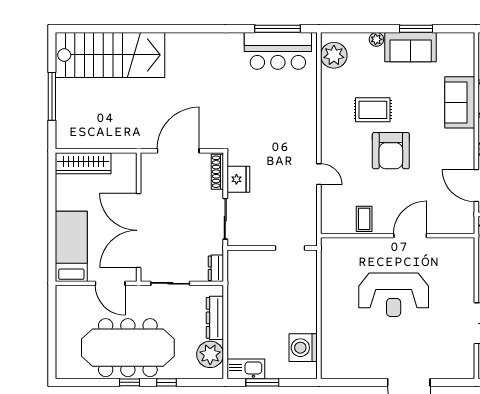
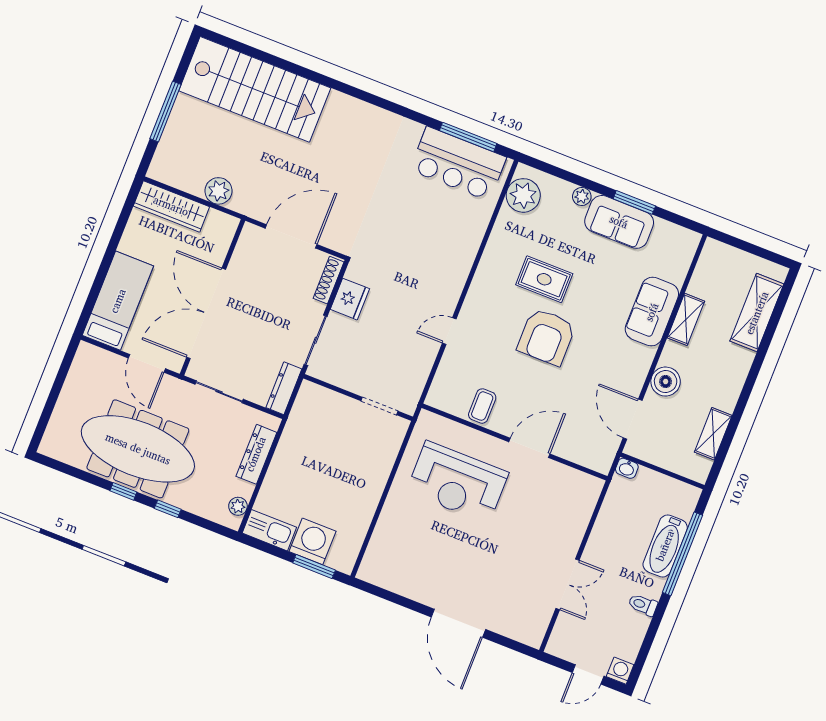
plant: (113, 139) -> (218, 191), added
door: (319, 174) -> (449, 331), swing flipped
dresser: (216, 268) -> (284, 388), width x1.44
reception desk: (394, 295) -> (457, 482), moved
washing machine: (303, 348) -> (313, 541), moved, turned 90
plant: (210, 354) -> (238, 506), width x0.53, depth x0.53
window: (262, 382) -> (314, 566), moved

